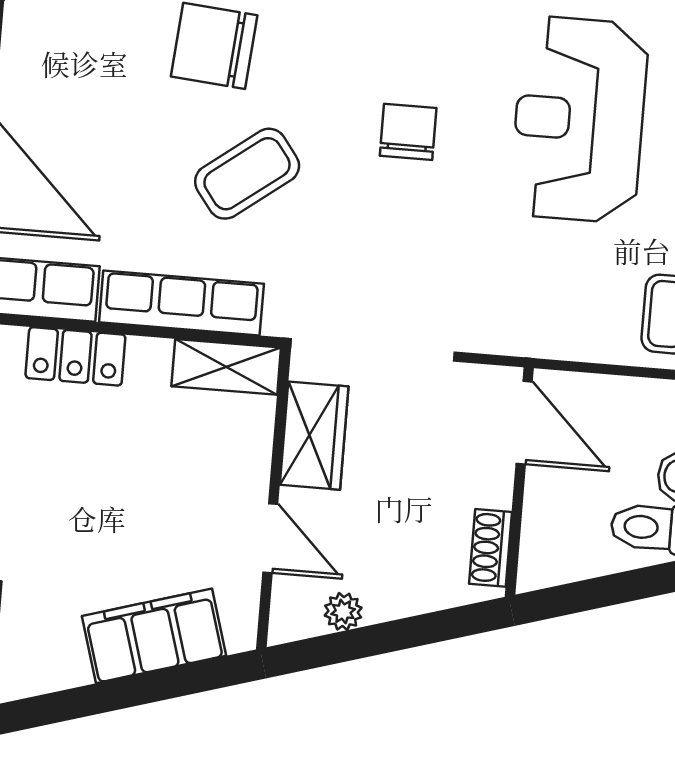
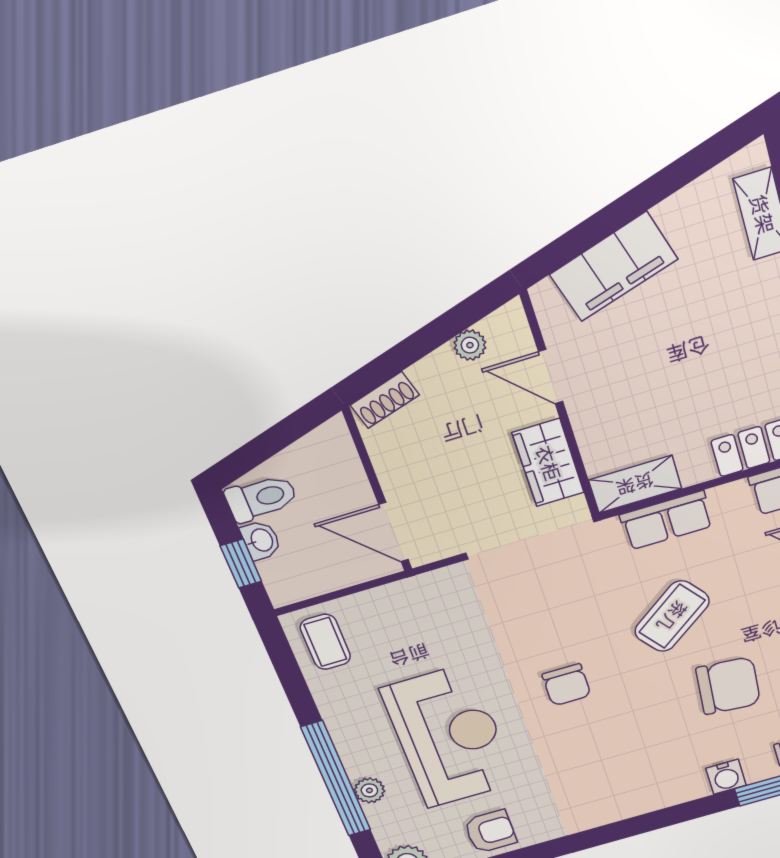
row of seats: (181, 303) -> (667, 520), width x0.68
shoe rack: (490, 548) -> (385, 400), moved, turned 73

